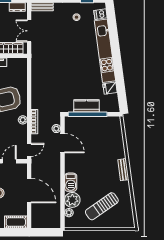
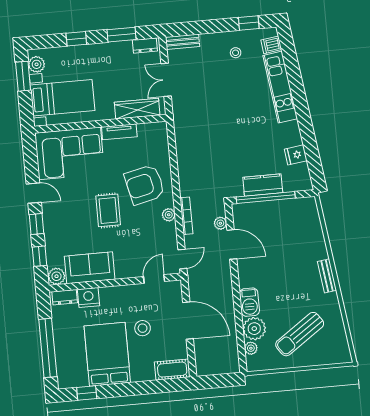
kitchen unit: (105, 51) -> (280, 87), width x0.73

